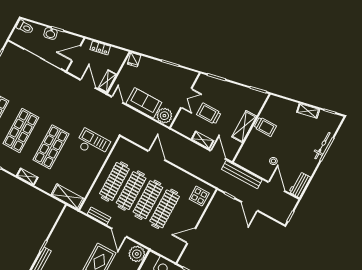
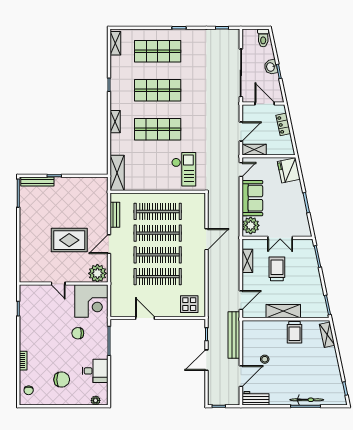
fridge: (134, 60) -> (289, 170), width x1.88, depth x1.34
shelving: (308, 111) -> (327, 335), moved
shelving: (203, 140) -> (247, 261), moved

